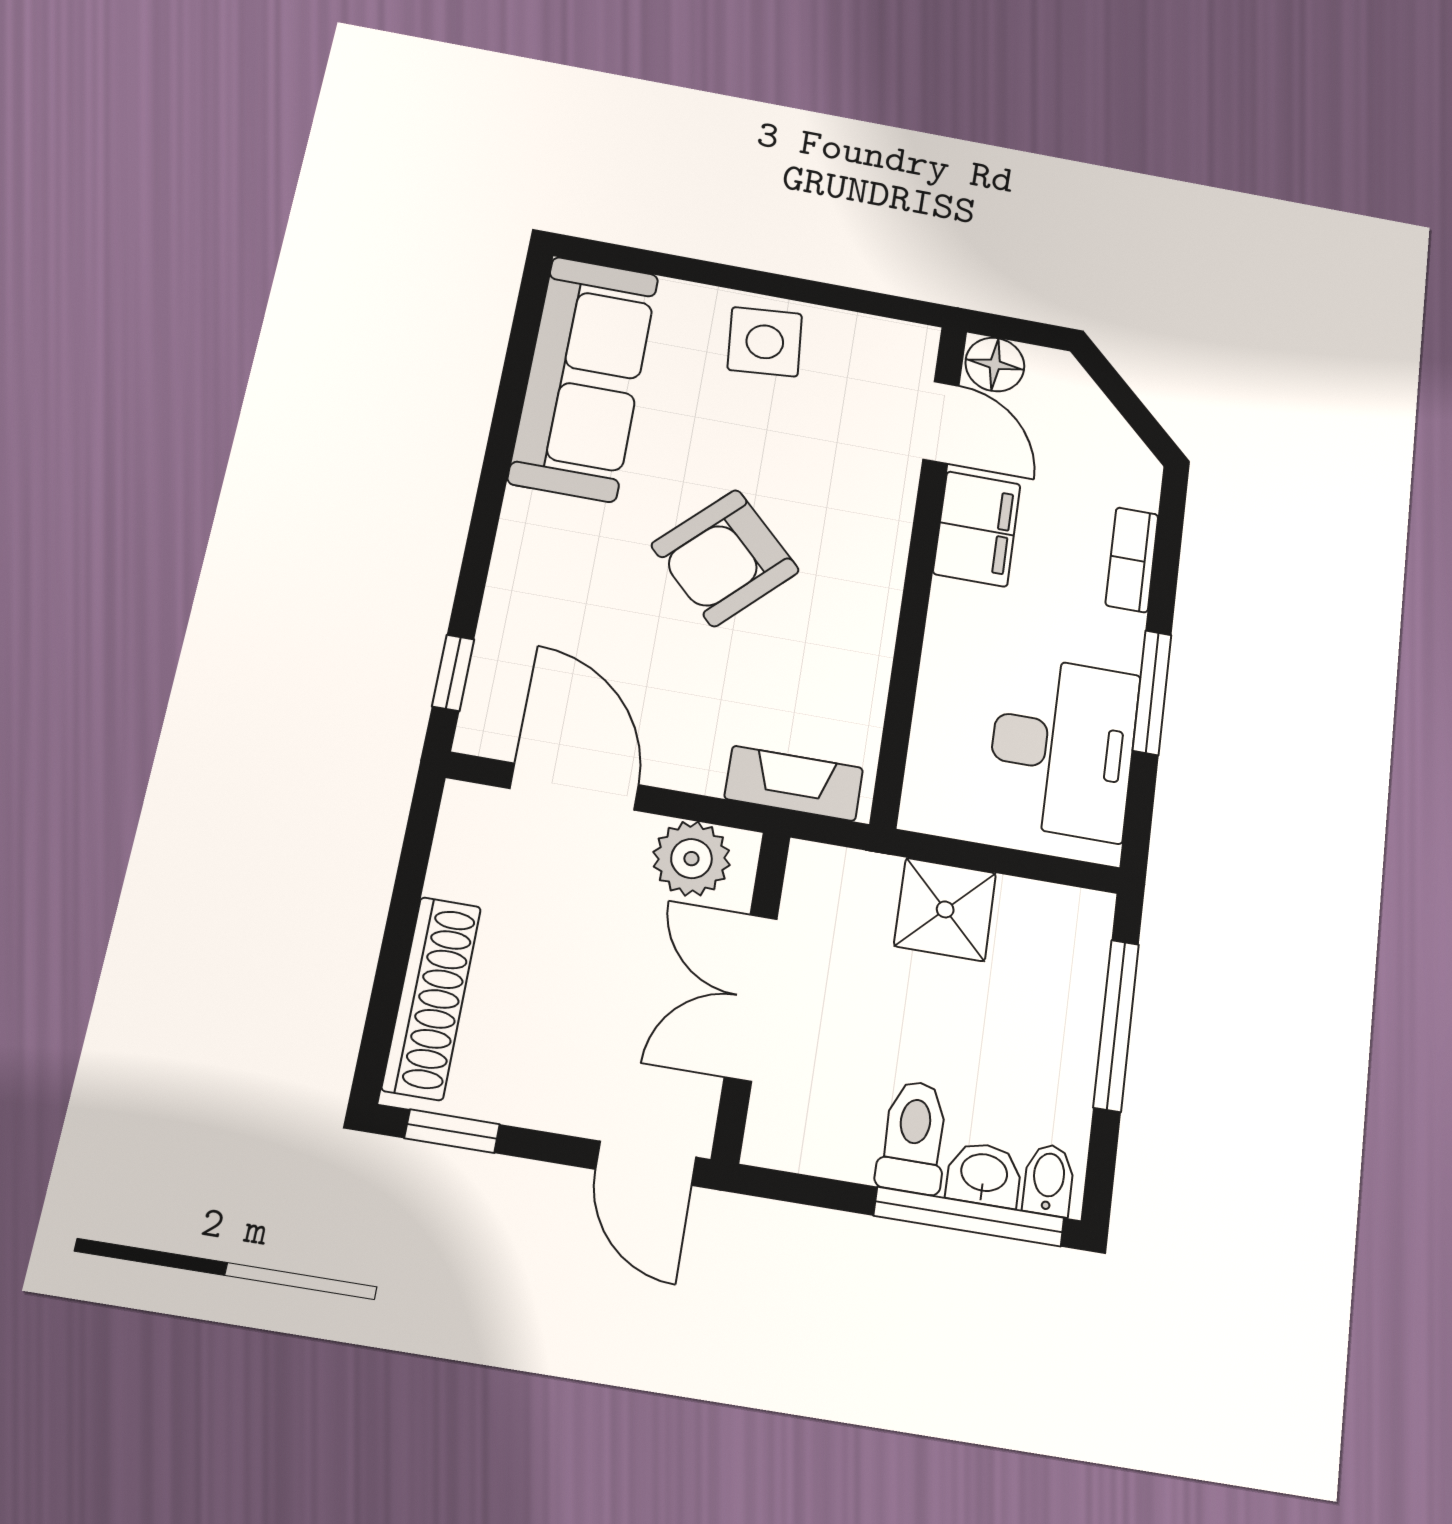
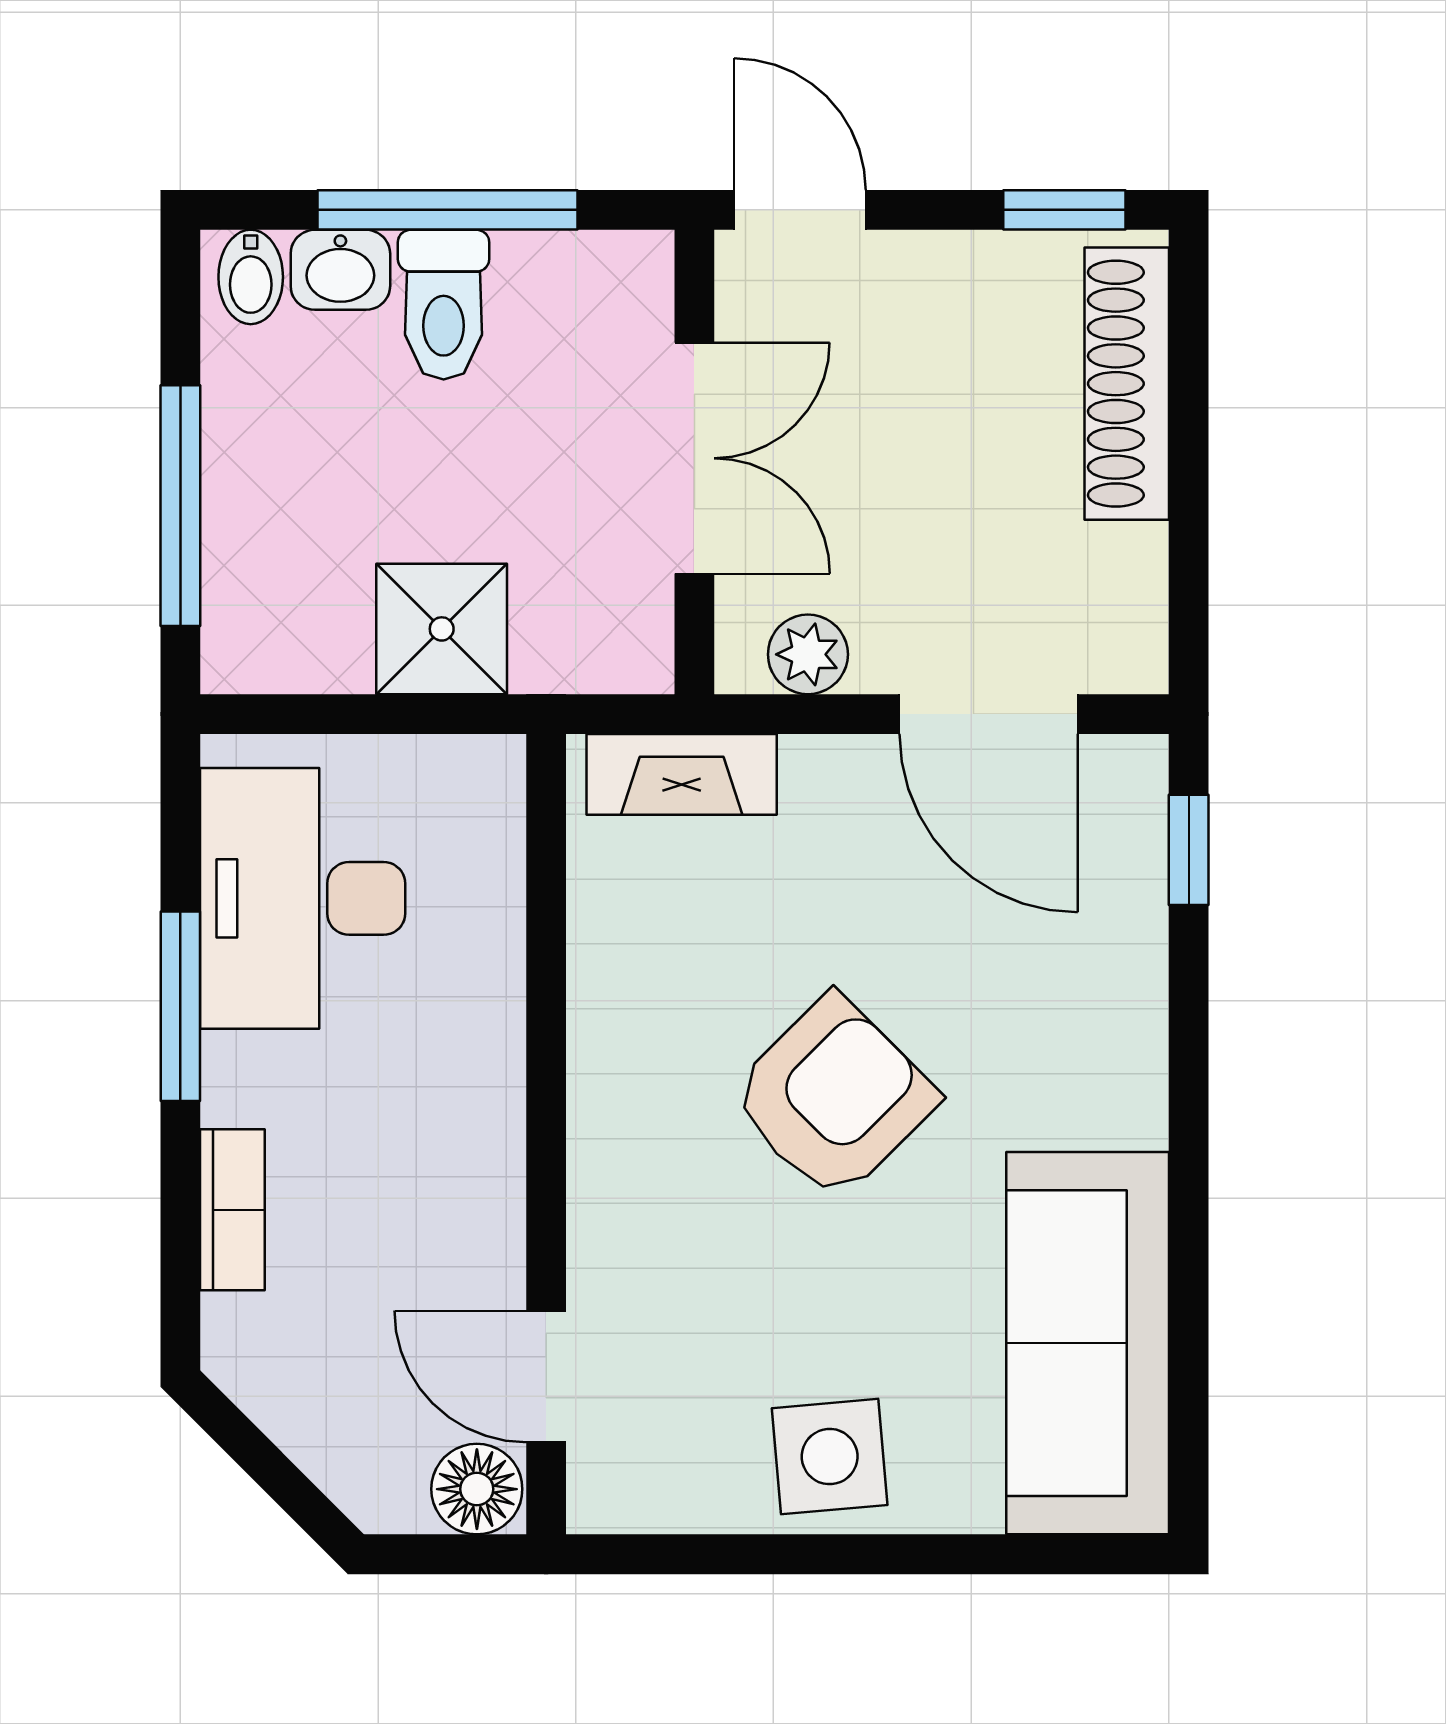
filing cabinet: (977, 529) -> (470, 1215), removed
plant: (691, 859) -> (808, 654), width x0.73, depth x0.73
window: (969, 1217) -> (447, 210), moved

